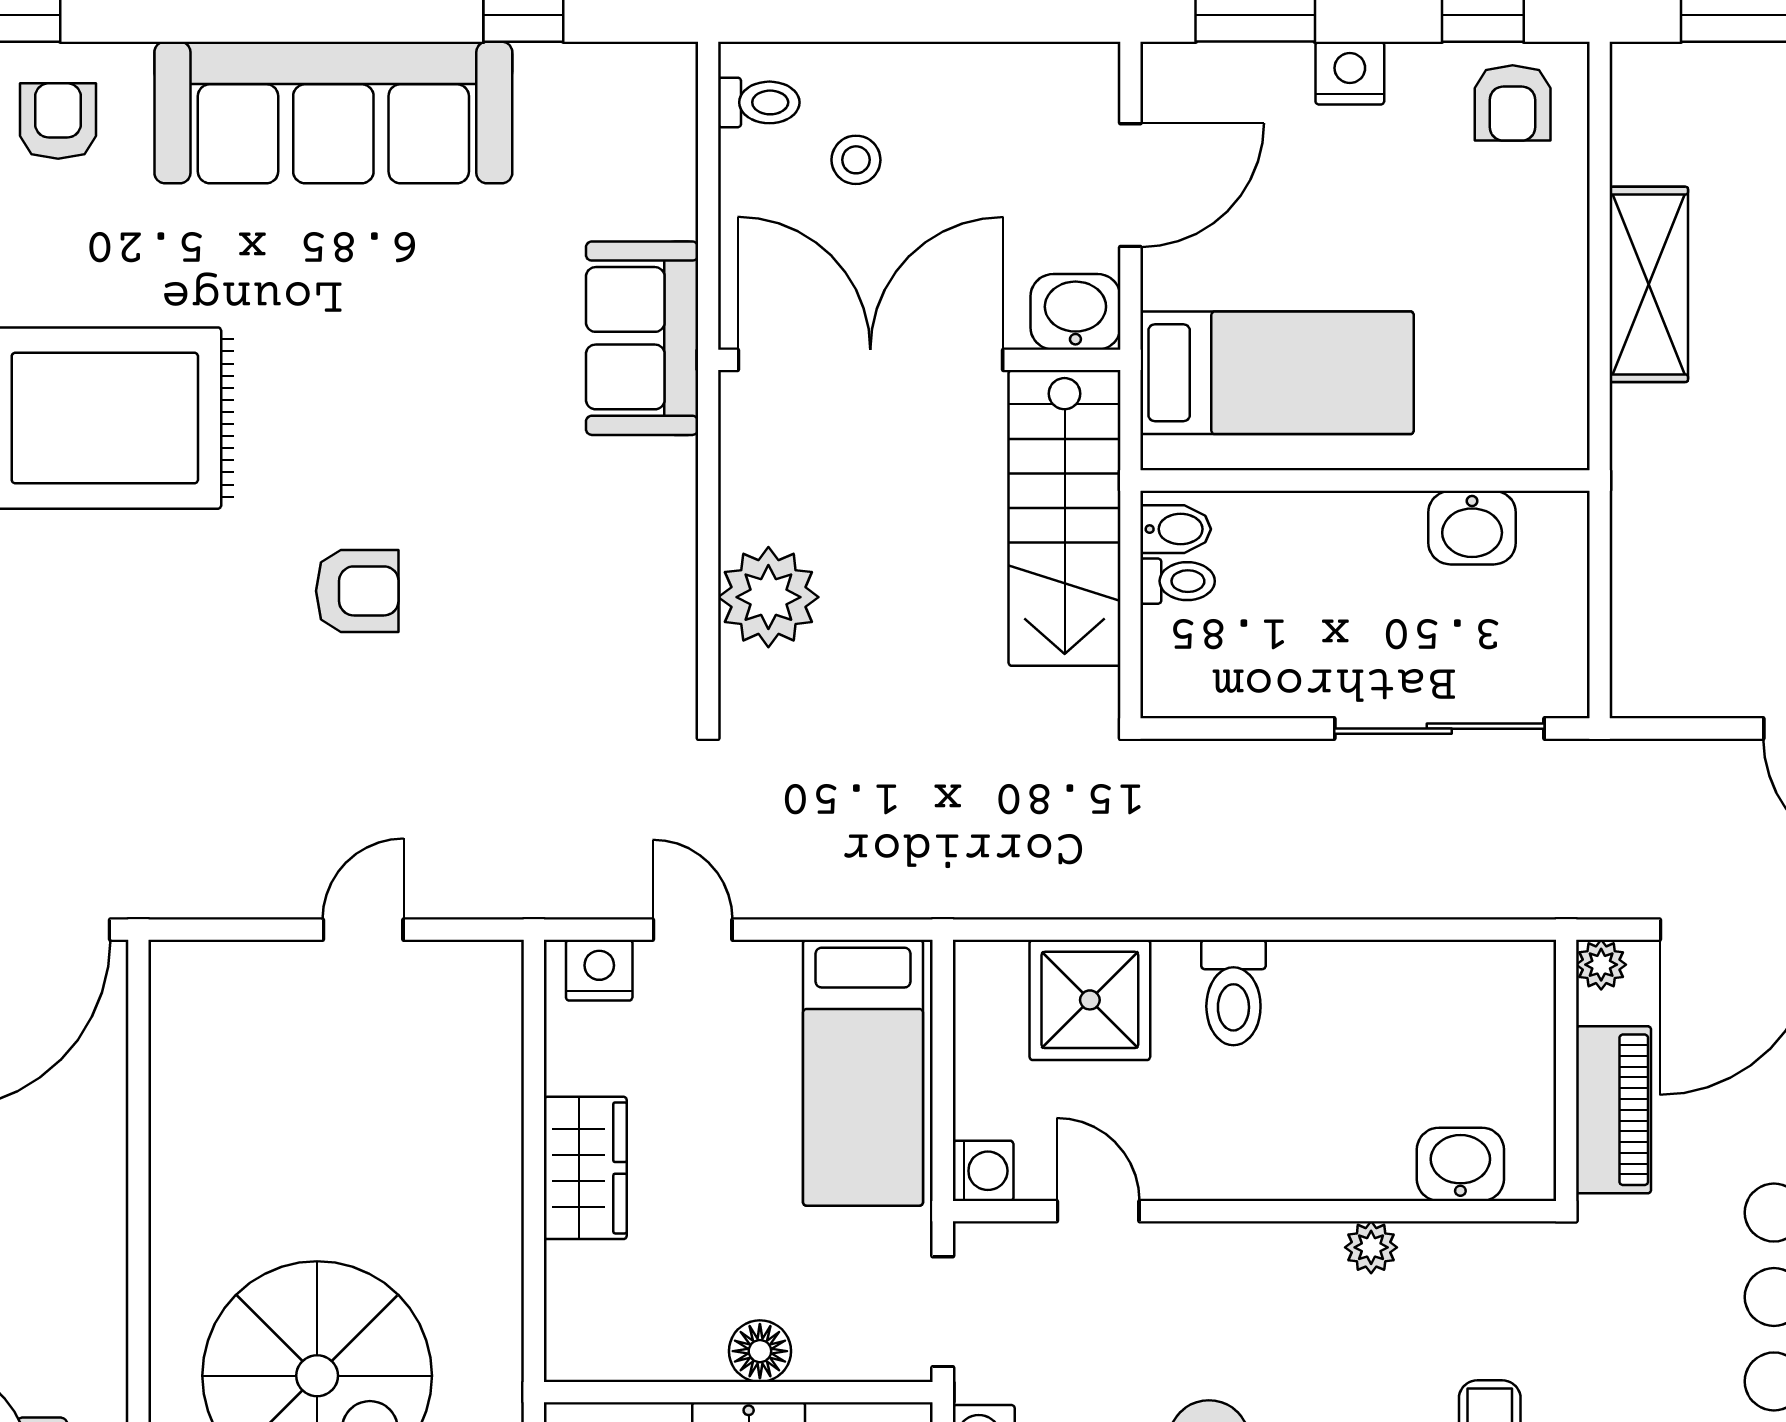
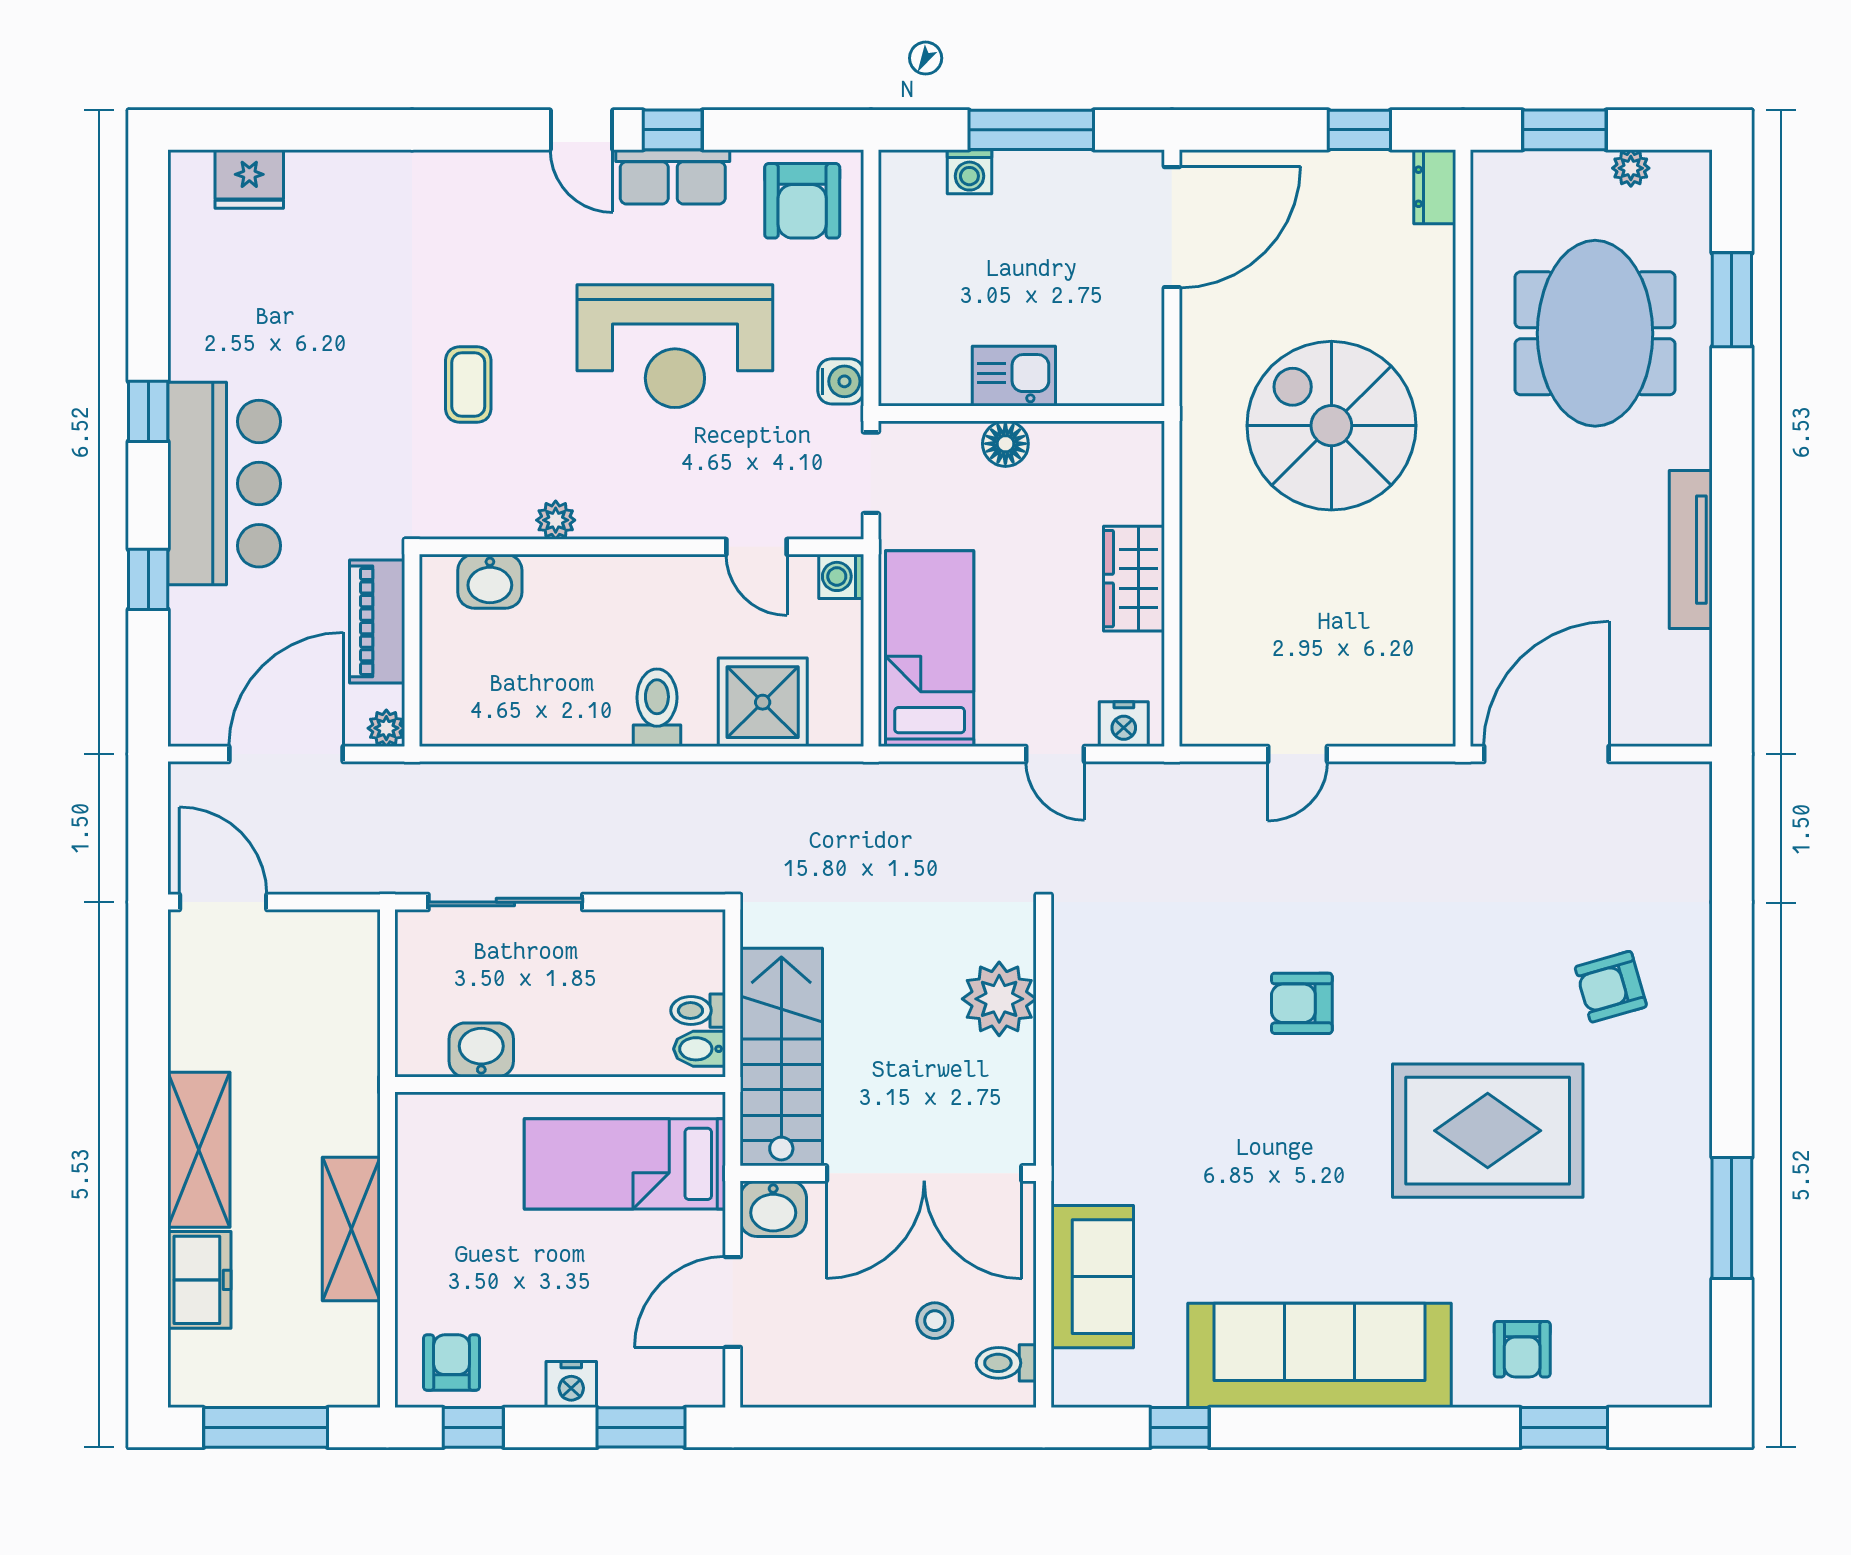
sofa: (642, 338) -> (1092, 1277), moved

